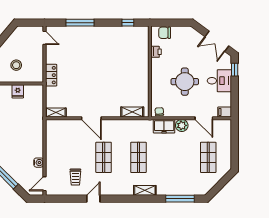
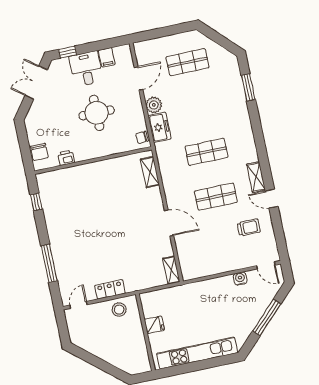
double door: (217, 41) -> (36, 83), swing flipped
stool: (16, 65) -> (119, 310), moved
locker: (51, 75) -> (110, 289), moved
filing cabinet: (225, 112) -> (107, 57), moved
door: (91, 118) -> (169, 223), hinge flipped
shelving: (145, 190) -> (256, 177), moved
window: (180, 199) -> (248, 87), width x0.69

